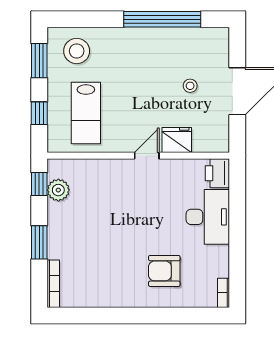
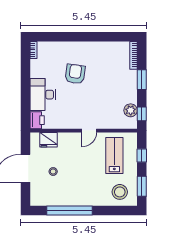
fridge: (177, 140) -> (48, 140), moved
door: (147, 156) -> (89, 131), moved
armchair: (164, 271) -> (75, 74), moved, turned -82

